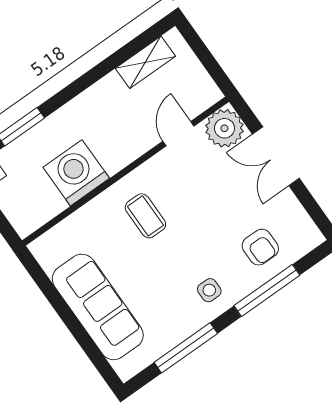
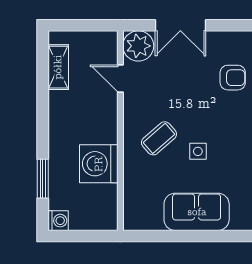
coffee table: (145, 216) -> (159, 138), turned -41
side table: (209, 290) -> (198, 151), moved
sofa: (98, 307) -> (197, 212), width x0.73

